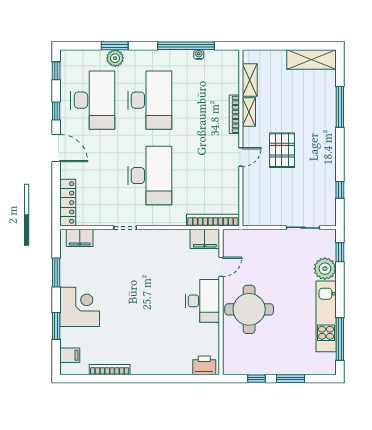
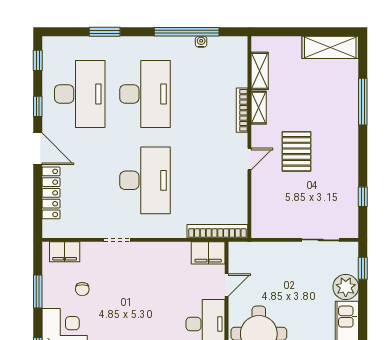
plant: (115, 58) -> (105, 46), removed
locker: (68, 203) -> (51, 193), moved
chair: (95, 270) -> (82, 289), added

